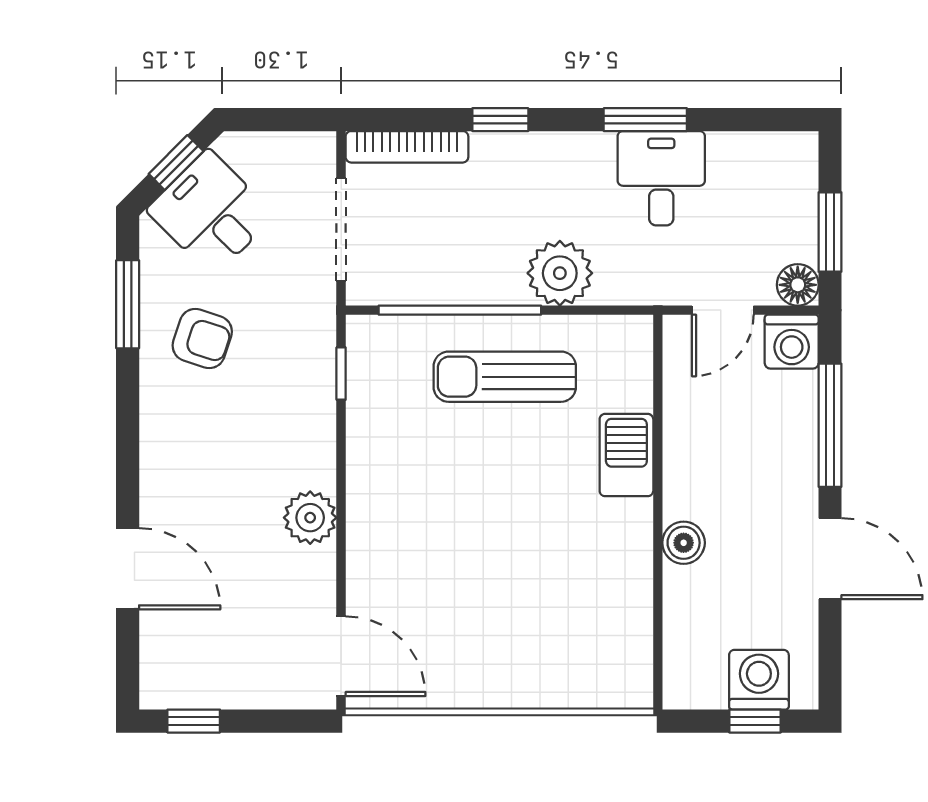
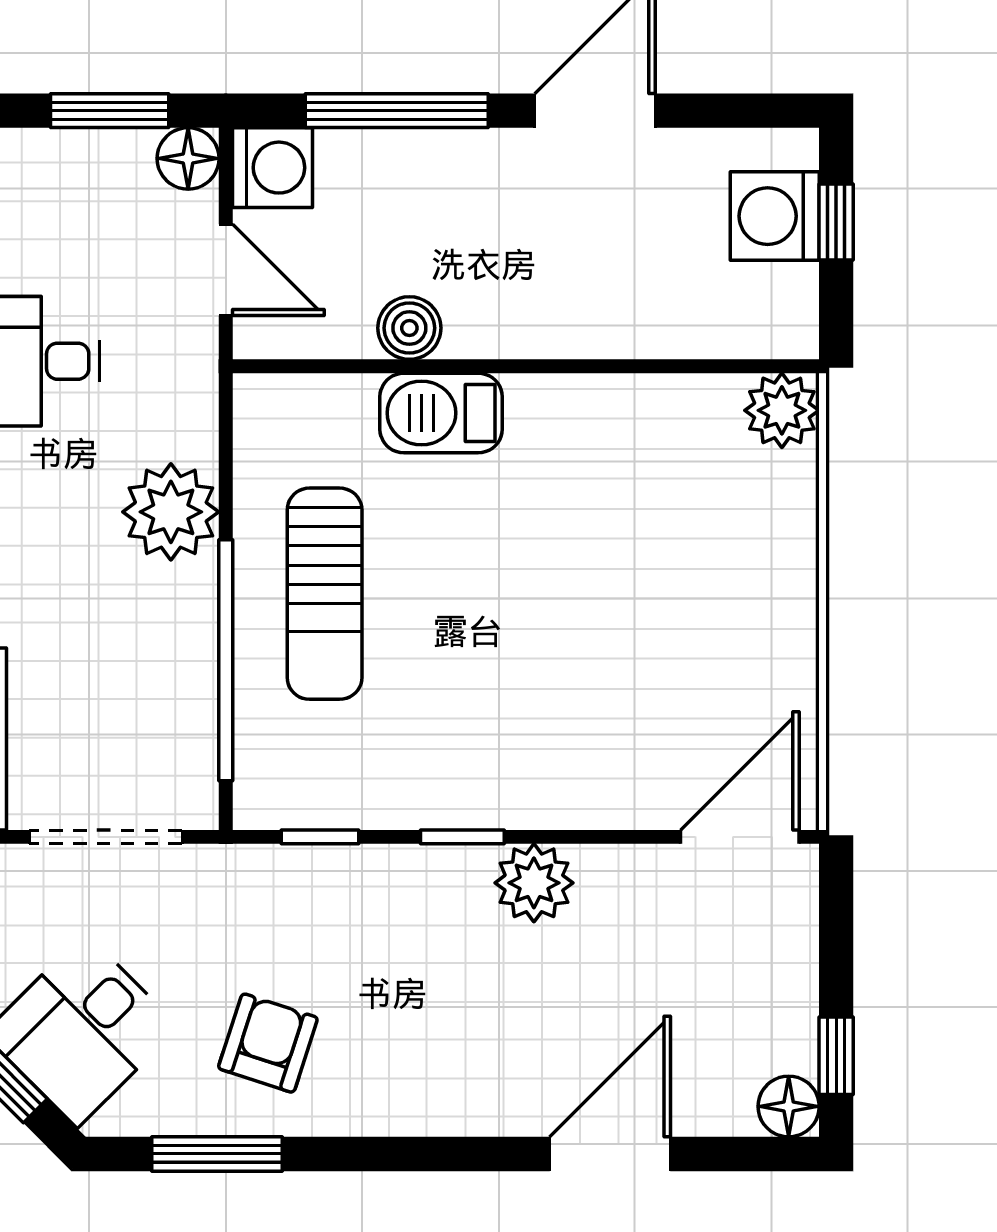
window: (341, 469) -> (462, 837), added
boiler: (684, 543) -> (409, 328), moved
plant: (628, 684) -> (782, 410), added
floor lamp: (160, 689) -> (789, 1106), added

